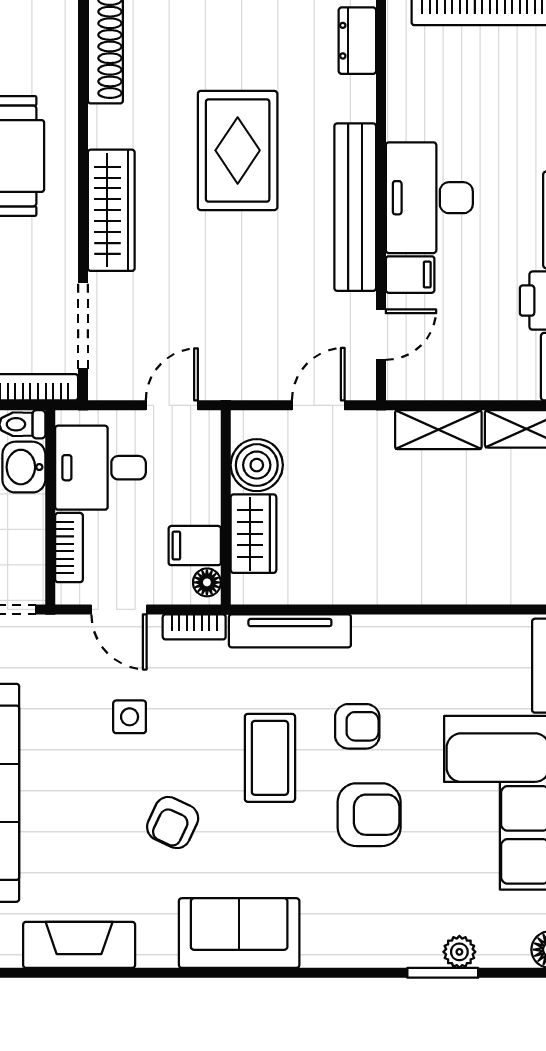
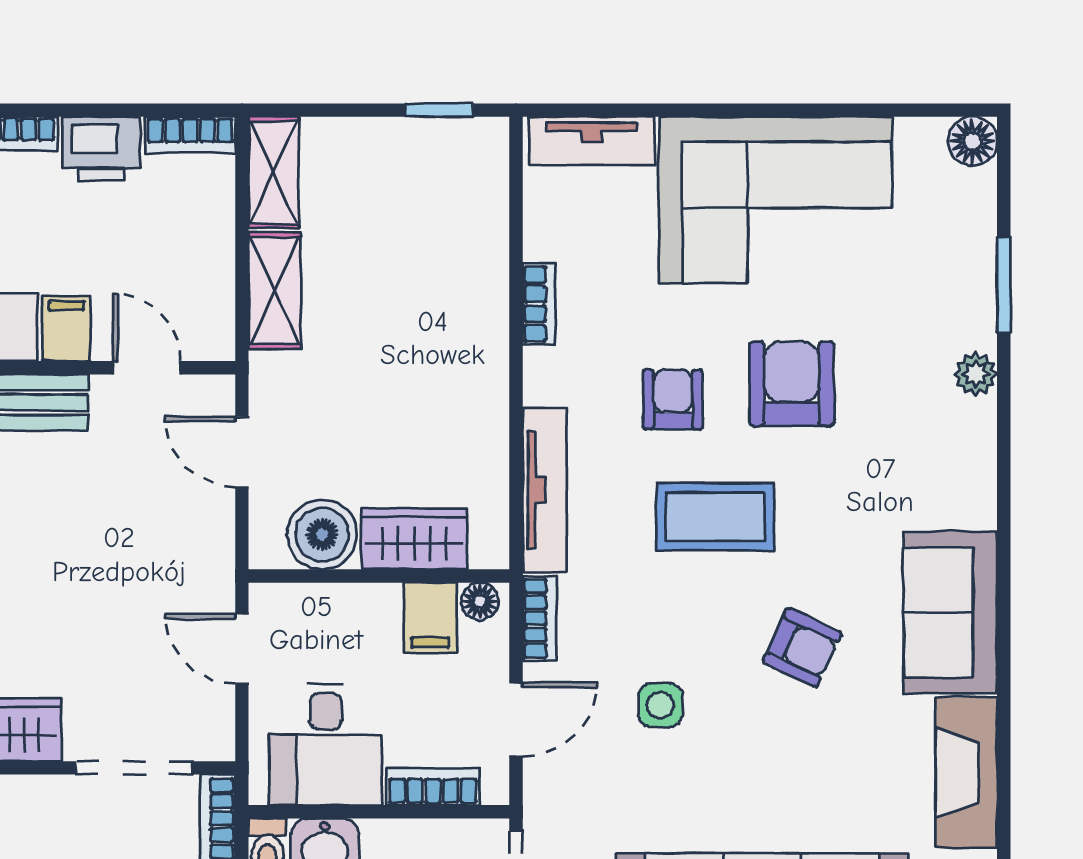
bookcase: (428, 626) -> (539, 304), added
sofa: (239, 933) -> (950, 613), moved
plant: (459, 952) -> (976, 374), moved

